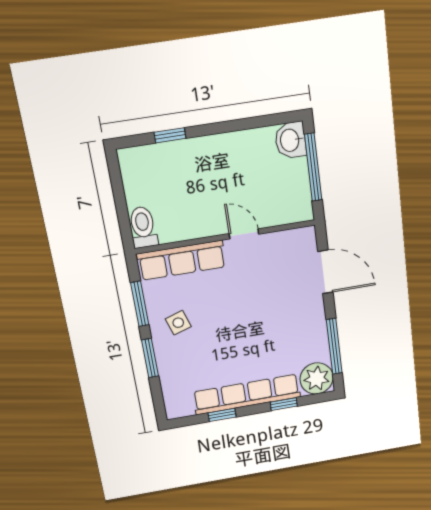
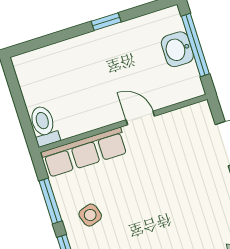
window: (170, 135) -> (106, 22), moved
washbasin: (290, 140) -> (177, 49), moved

